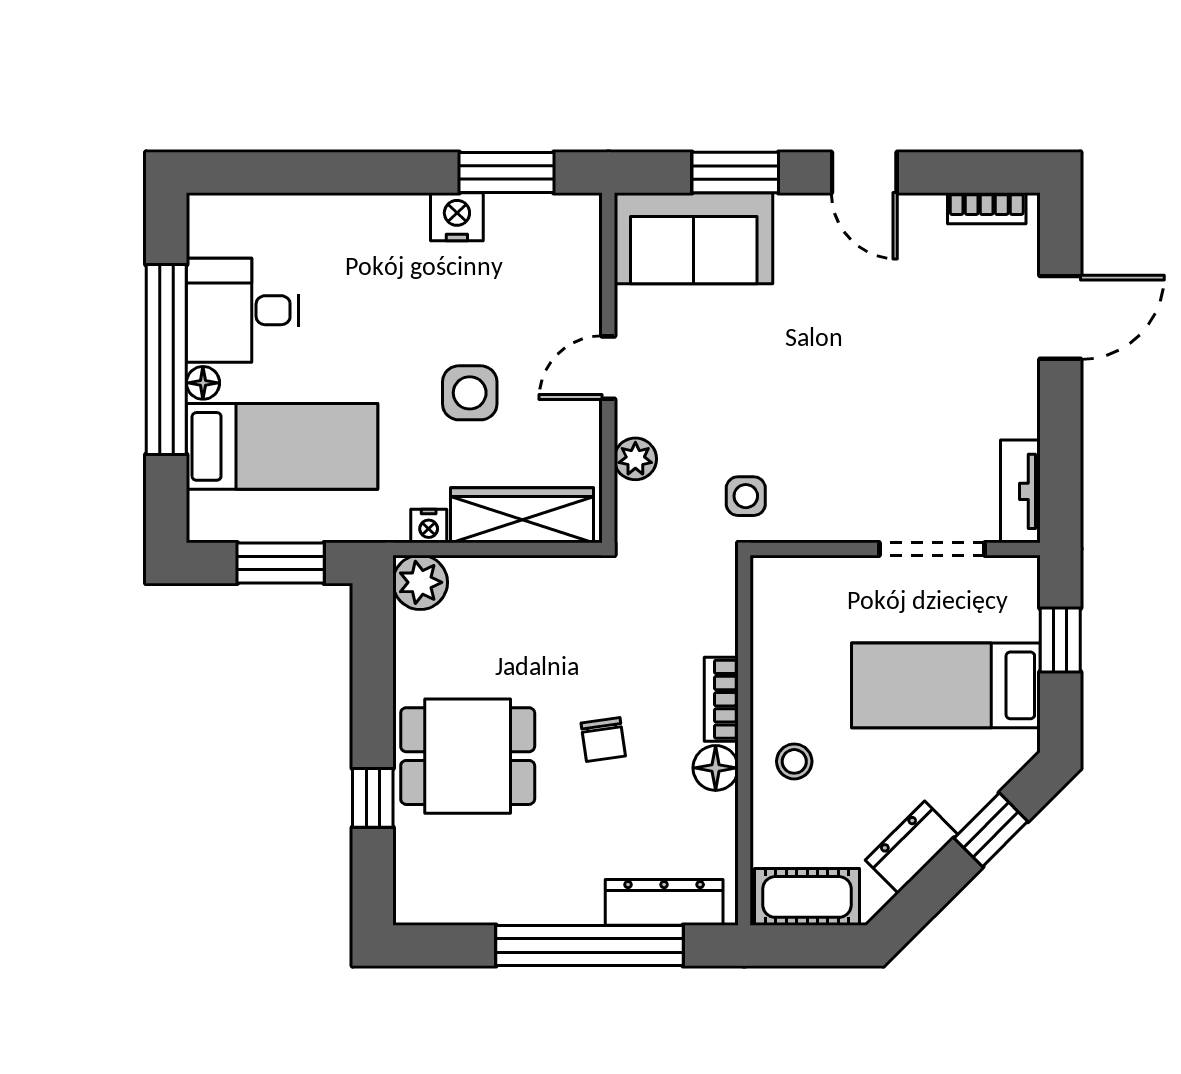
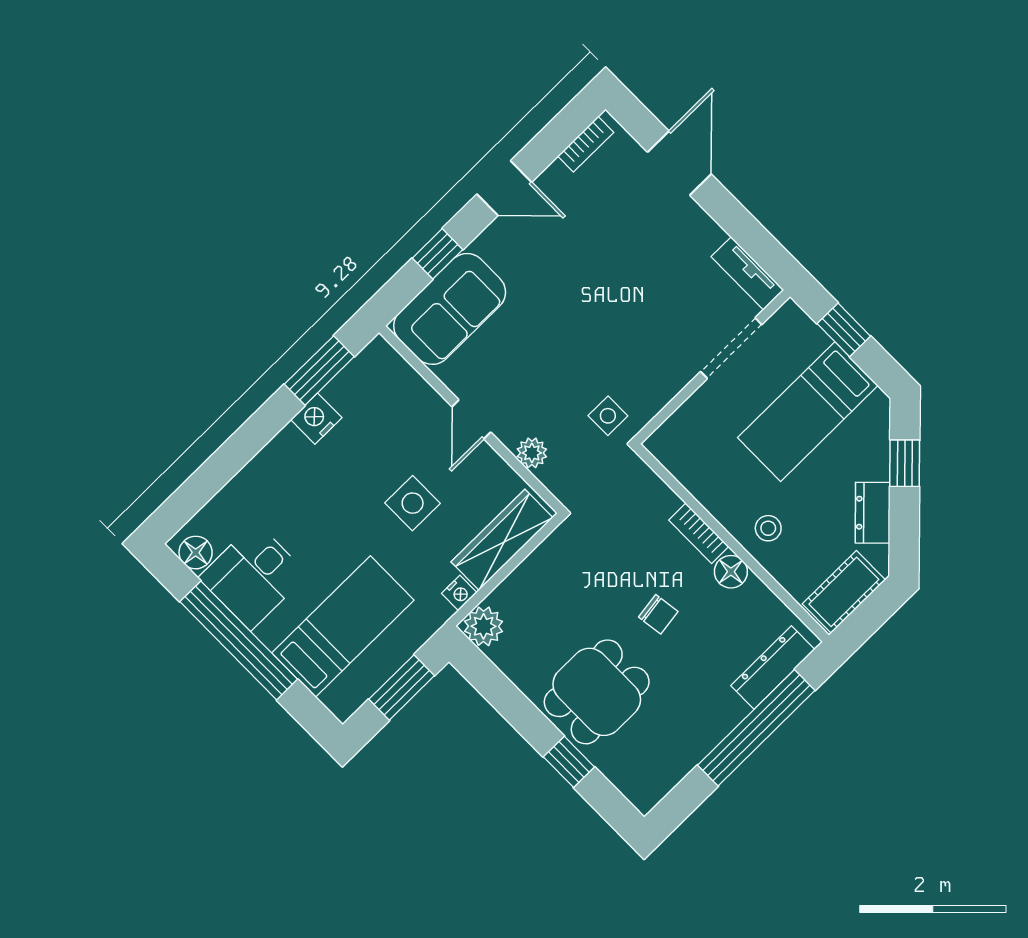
window: (735, 173) -> (438, 254), width x0.67
floor lamp: (203, 383) -> (196, 553), moved, width x1.37, depth x1.37

